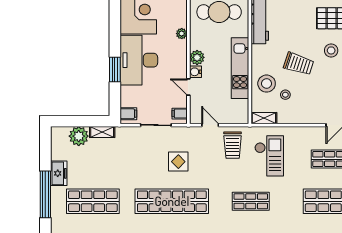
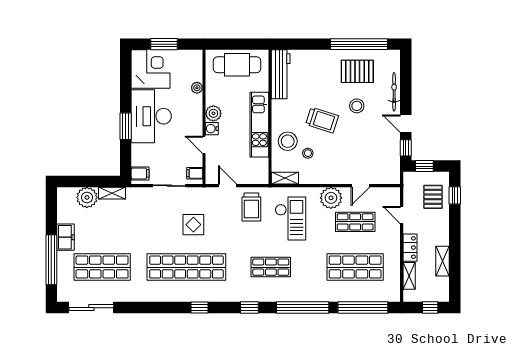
plant: (307, 137) -> (331, 198), added

